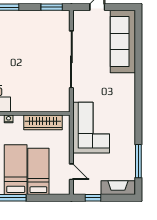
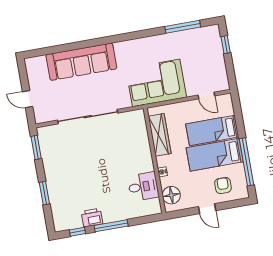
sofa: (123, 42) -> (81, 62), moved
door: (71, 172) -> (206, 95), swing flipped
fireplace: (118, 188) -> (214, 43), removed
window: (93, 198) -> (226, 45), moved

